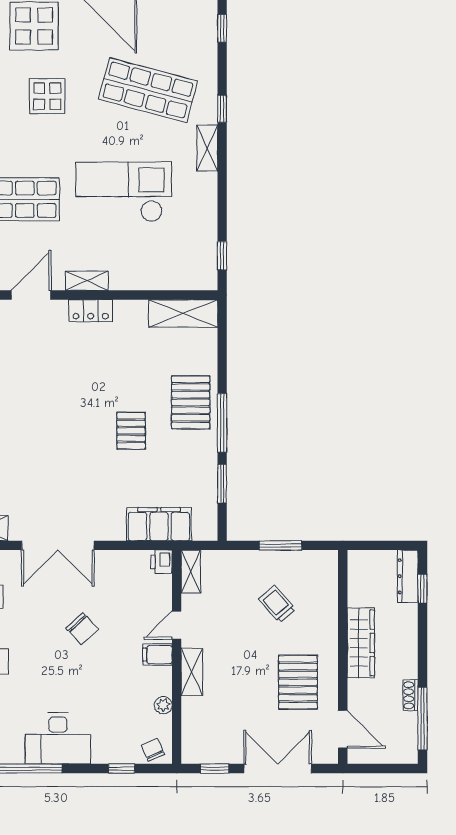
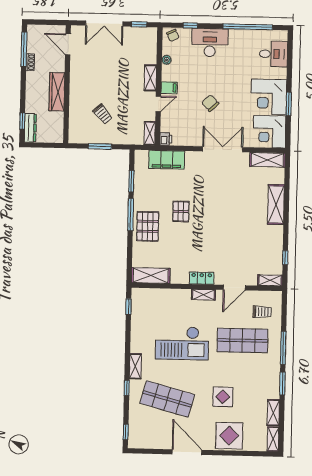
pallet: (298, 682) -> (92, 71), removed
desk: (58, 738) -> (210, 43), moved

